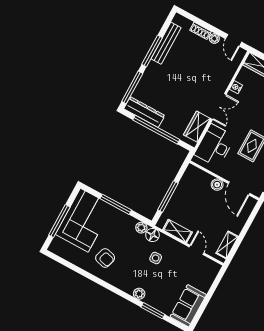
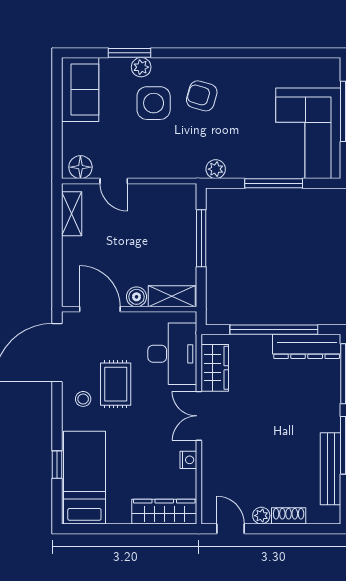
shelving: (177, 231) -> (172, 296), moved
floor lamp: (152, 235) -> (80, 167), moved
armchair: (105, 258) -> (202, 96), moved
side table: (156, 258) -> (154, 103), moved, width x1.87, depth x1.87
plant: (139, 294) -> (141, 67), moved

